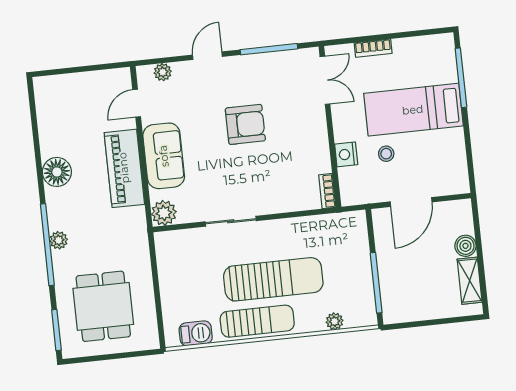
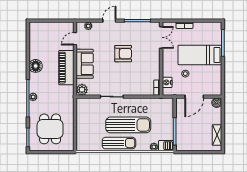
nightstand: (346, 154) -> (167, 82), moved
boiler: (465, 246) -> (217, 103), moved
barbecue: (196, 333) -> (166, 146), moved

